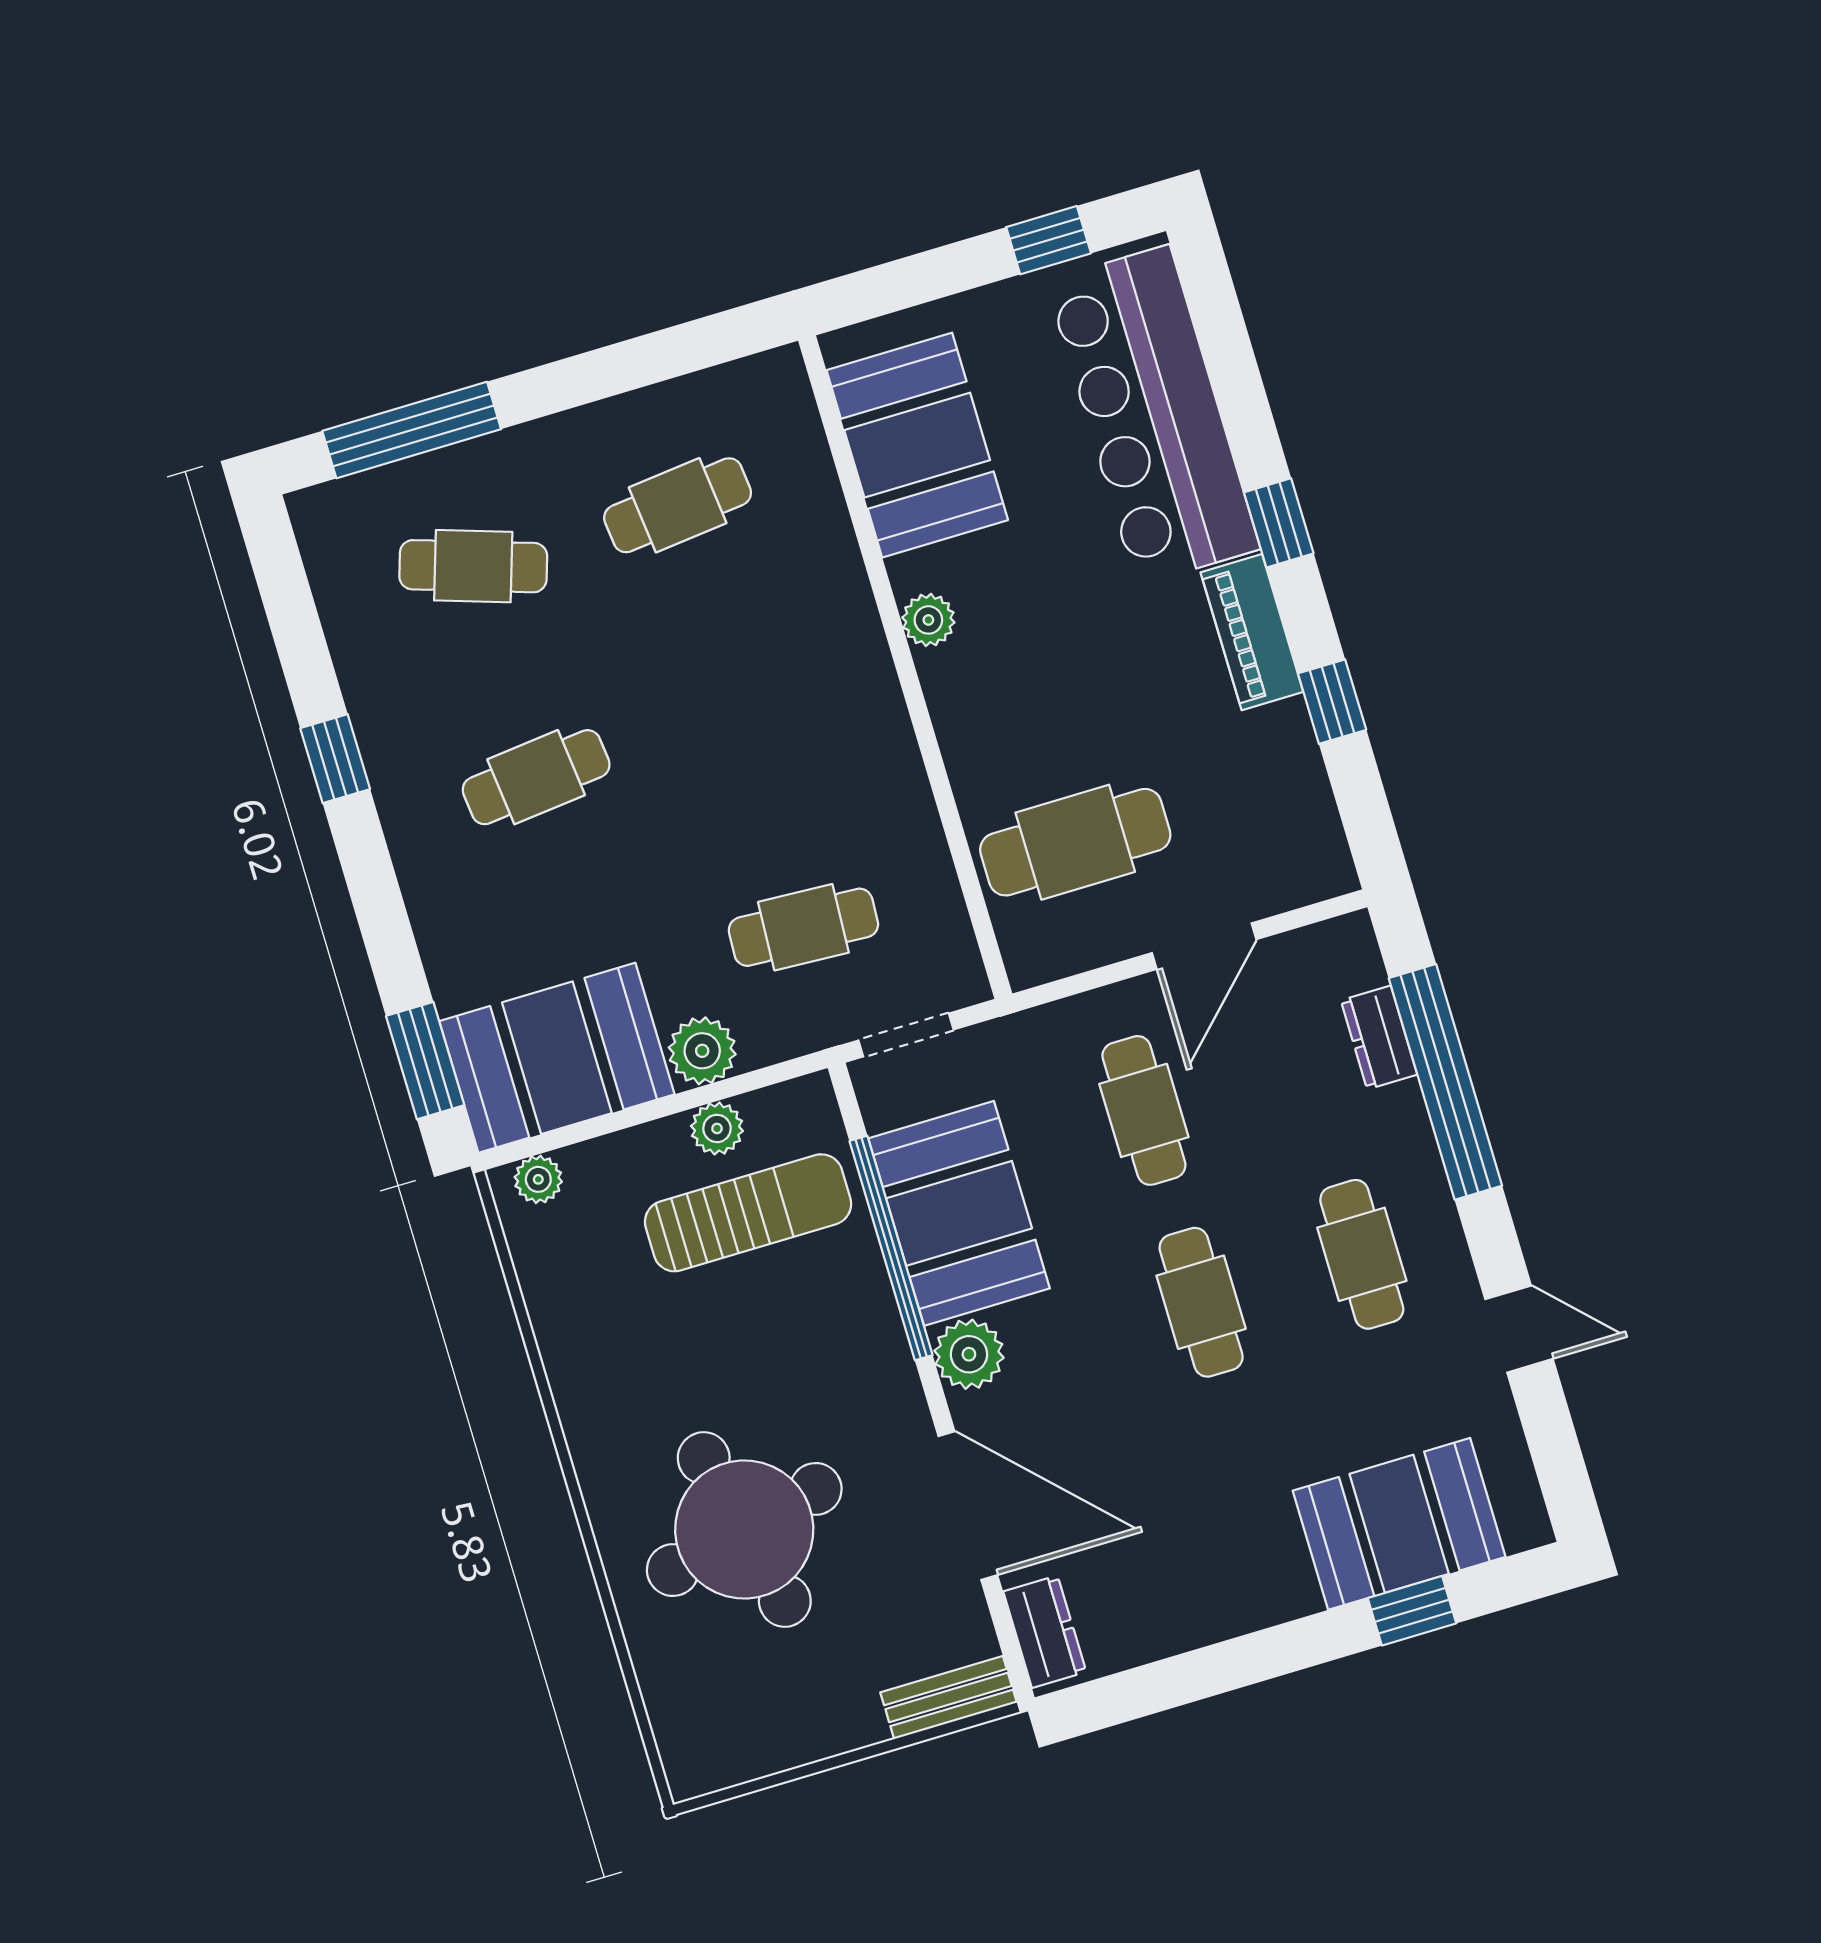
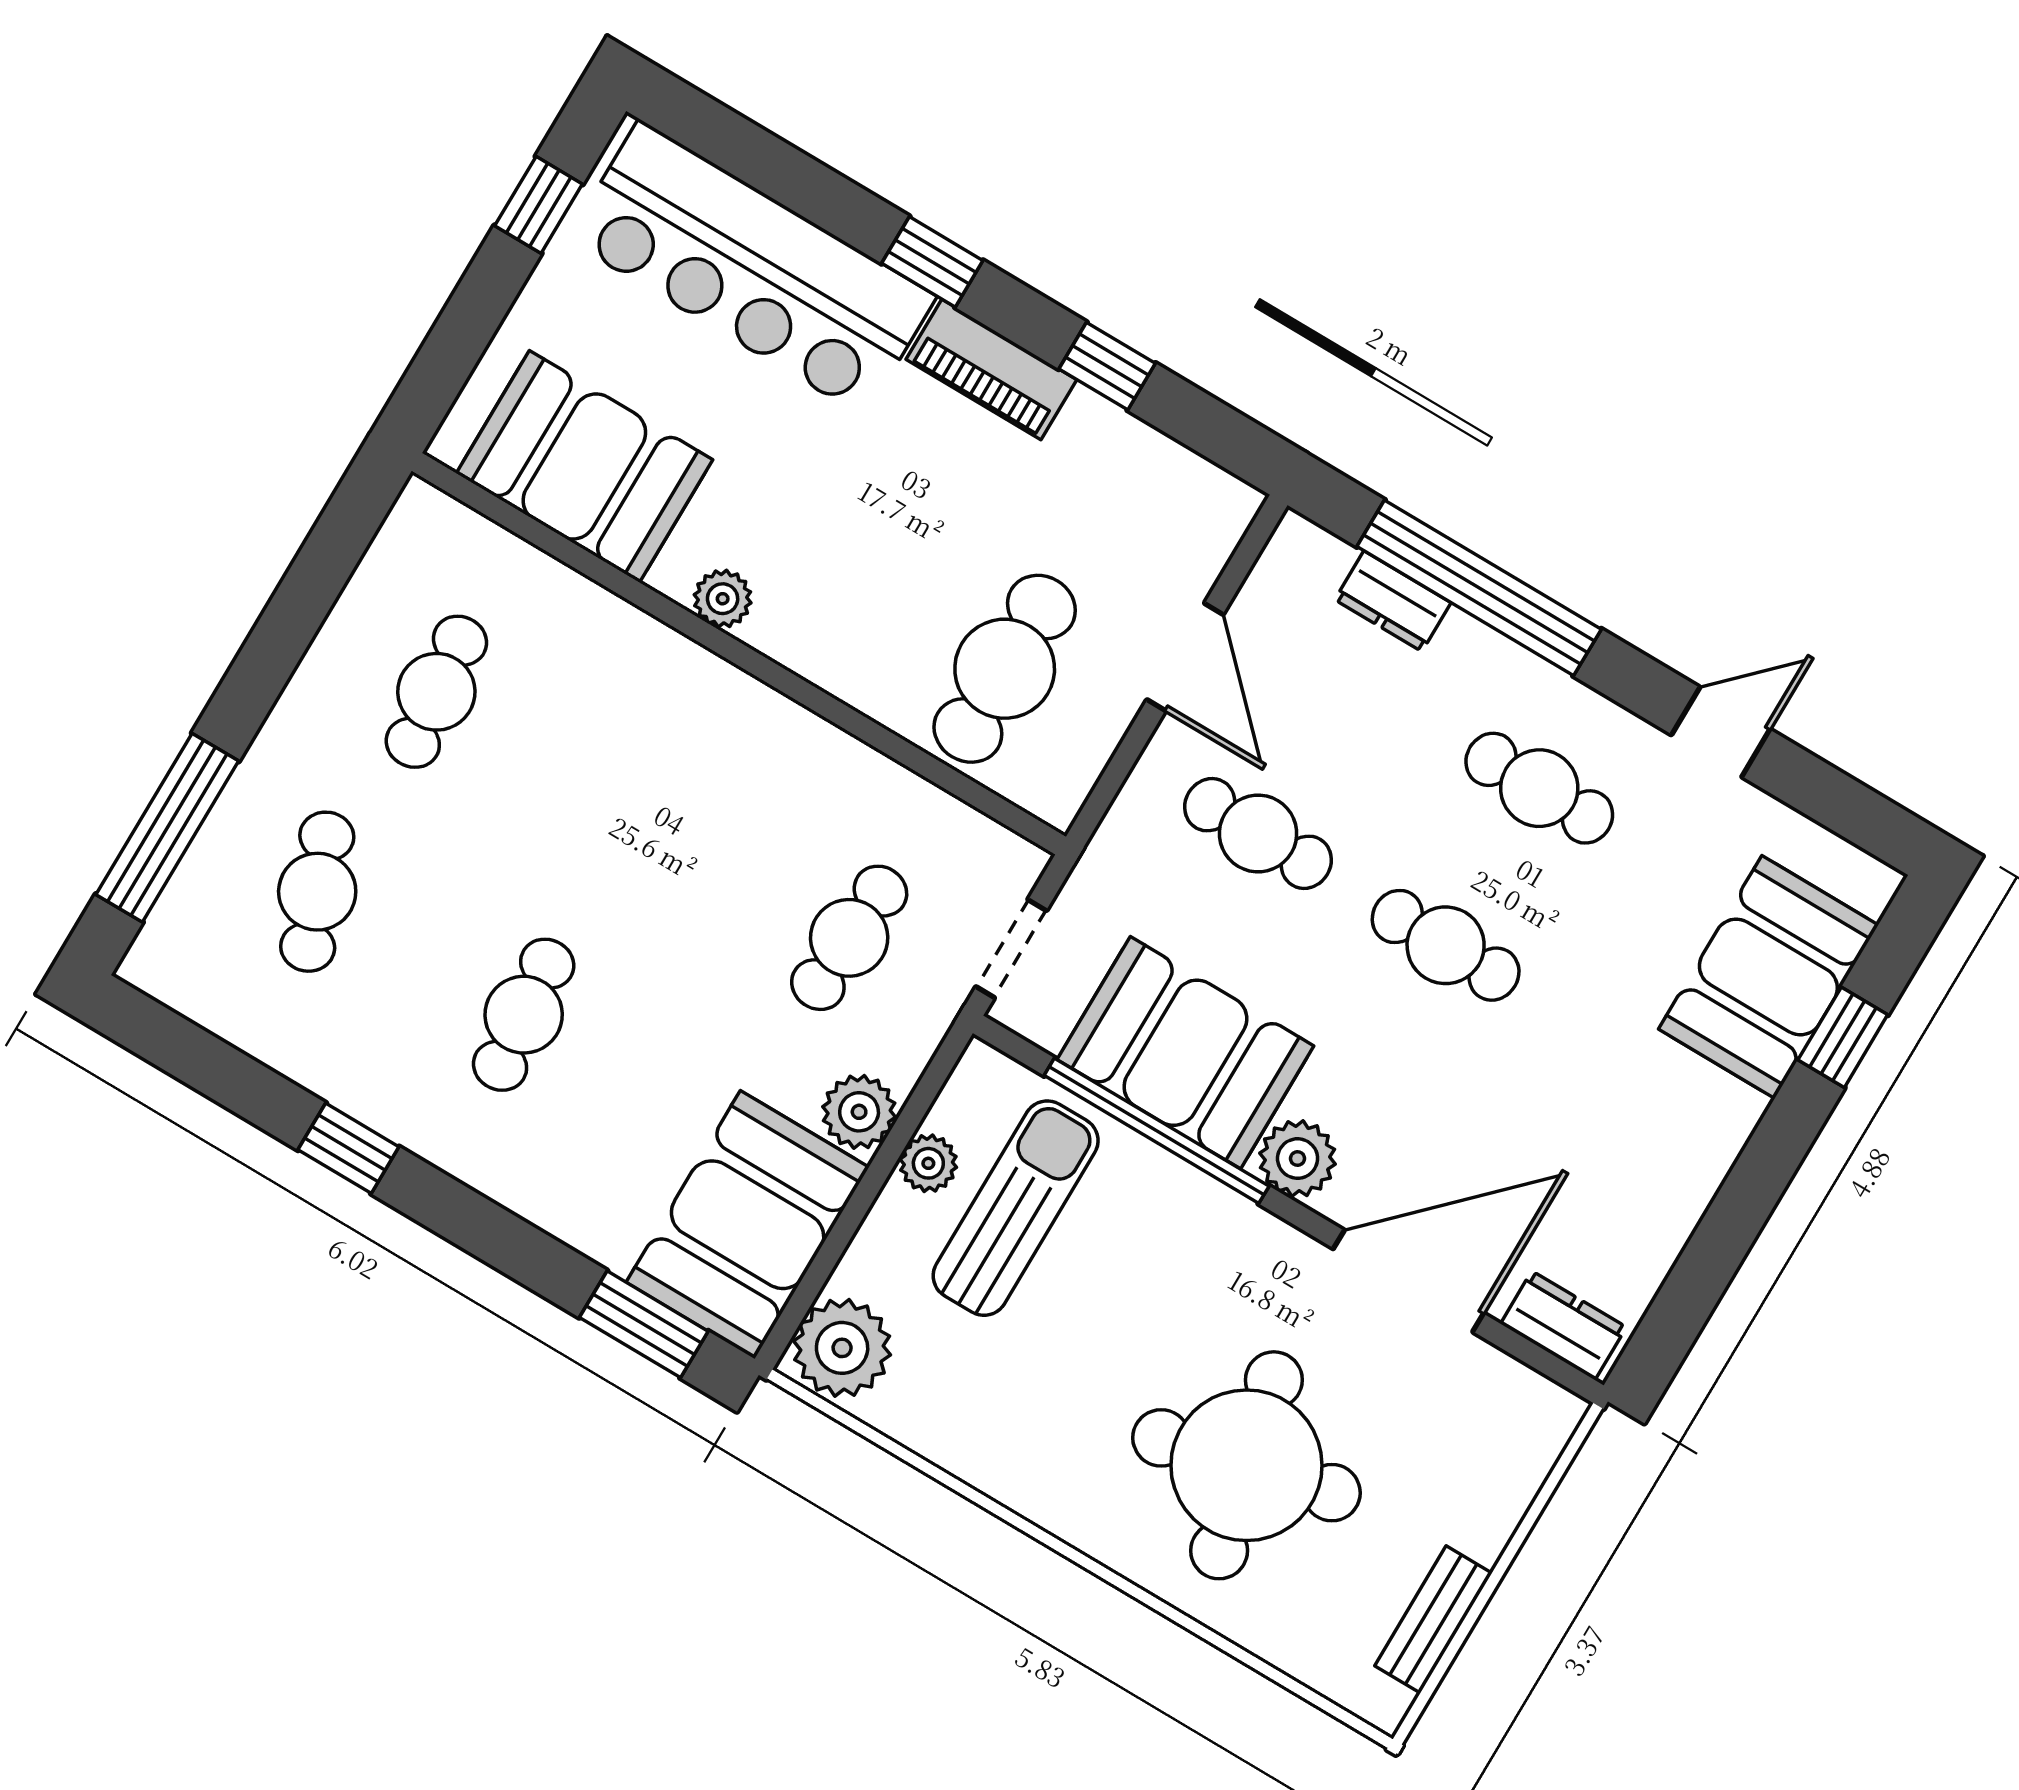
cafe table: (473, 566) -> (317, 892), turned -39
plant: (538, 1179) -> (842, 1348), width x1.88, depth x1.88
bench: (949, 1698) -> (1433, 1619), moved

